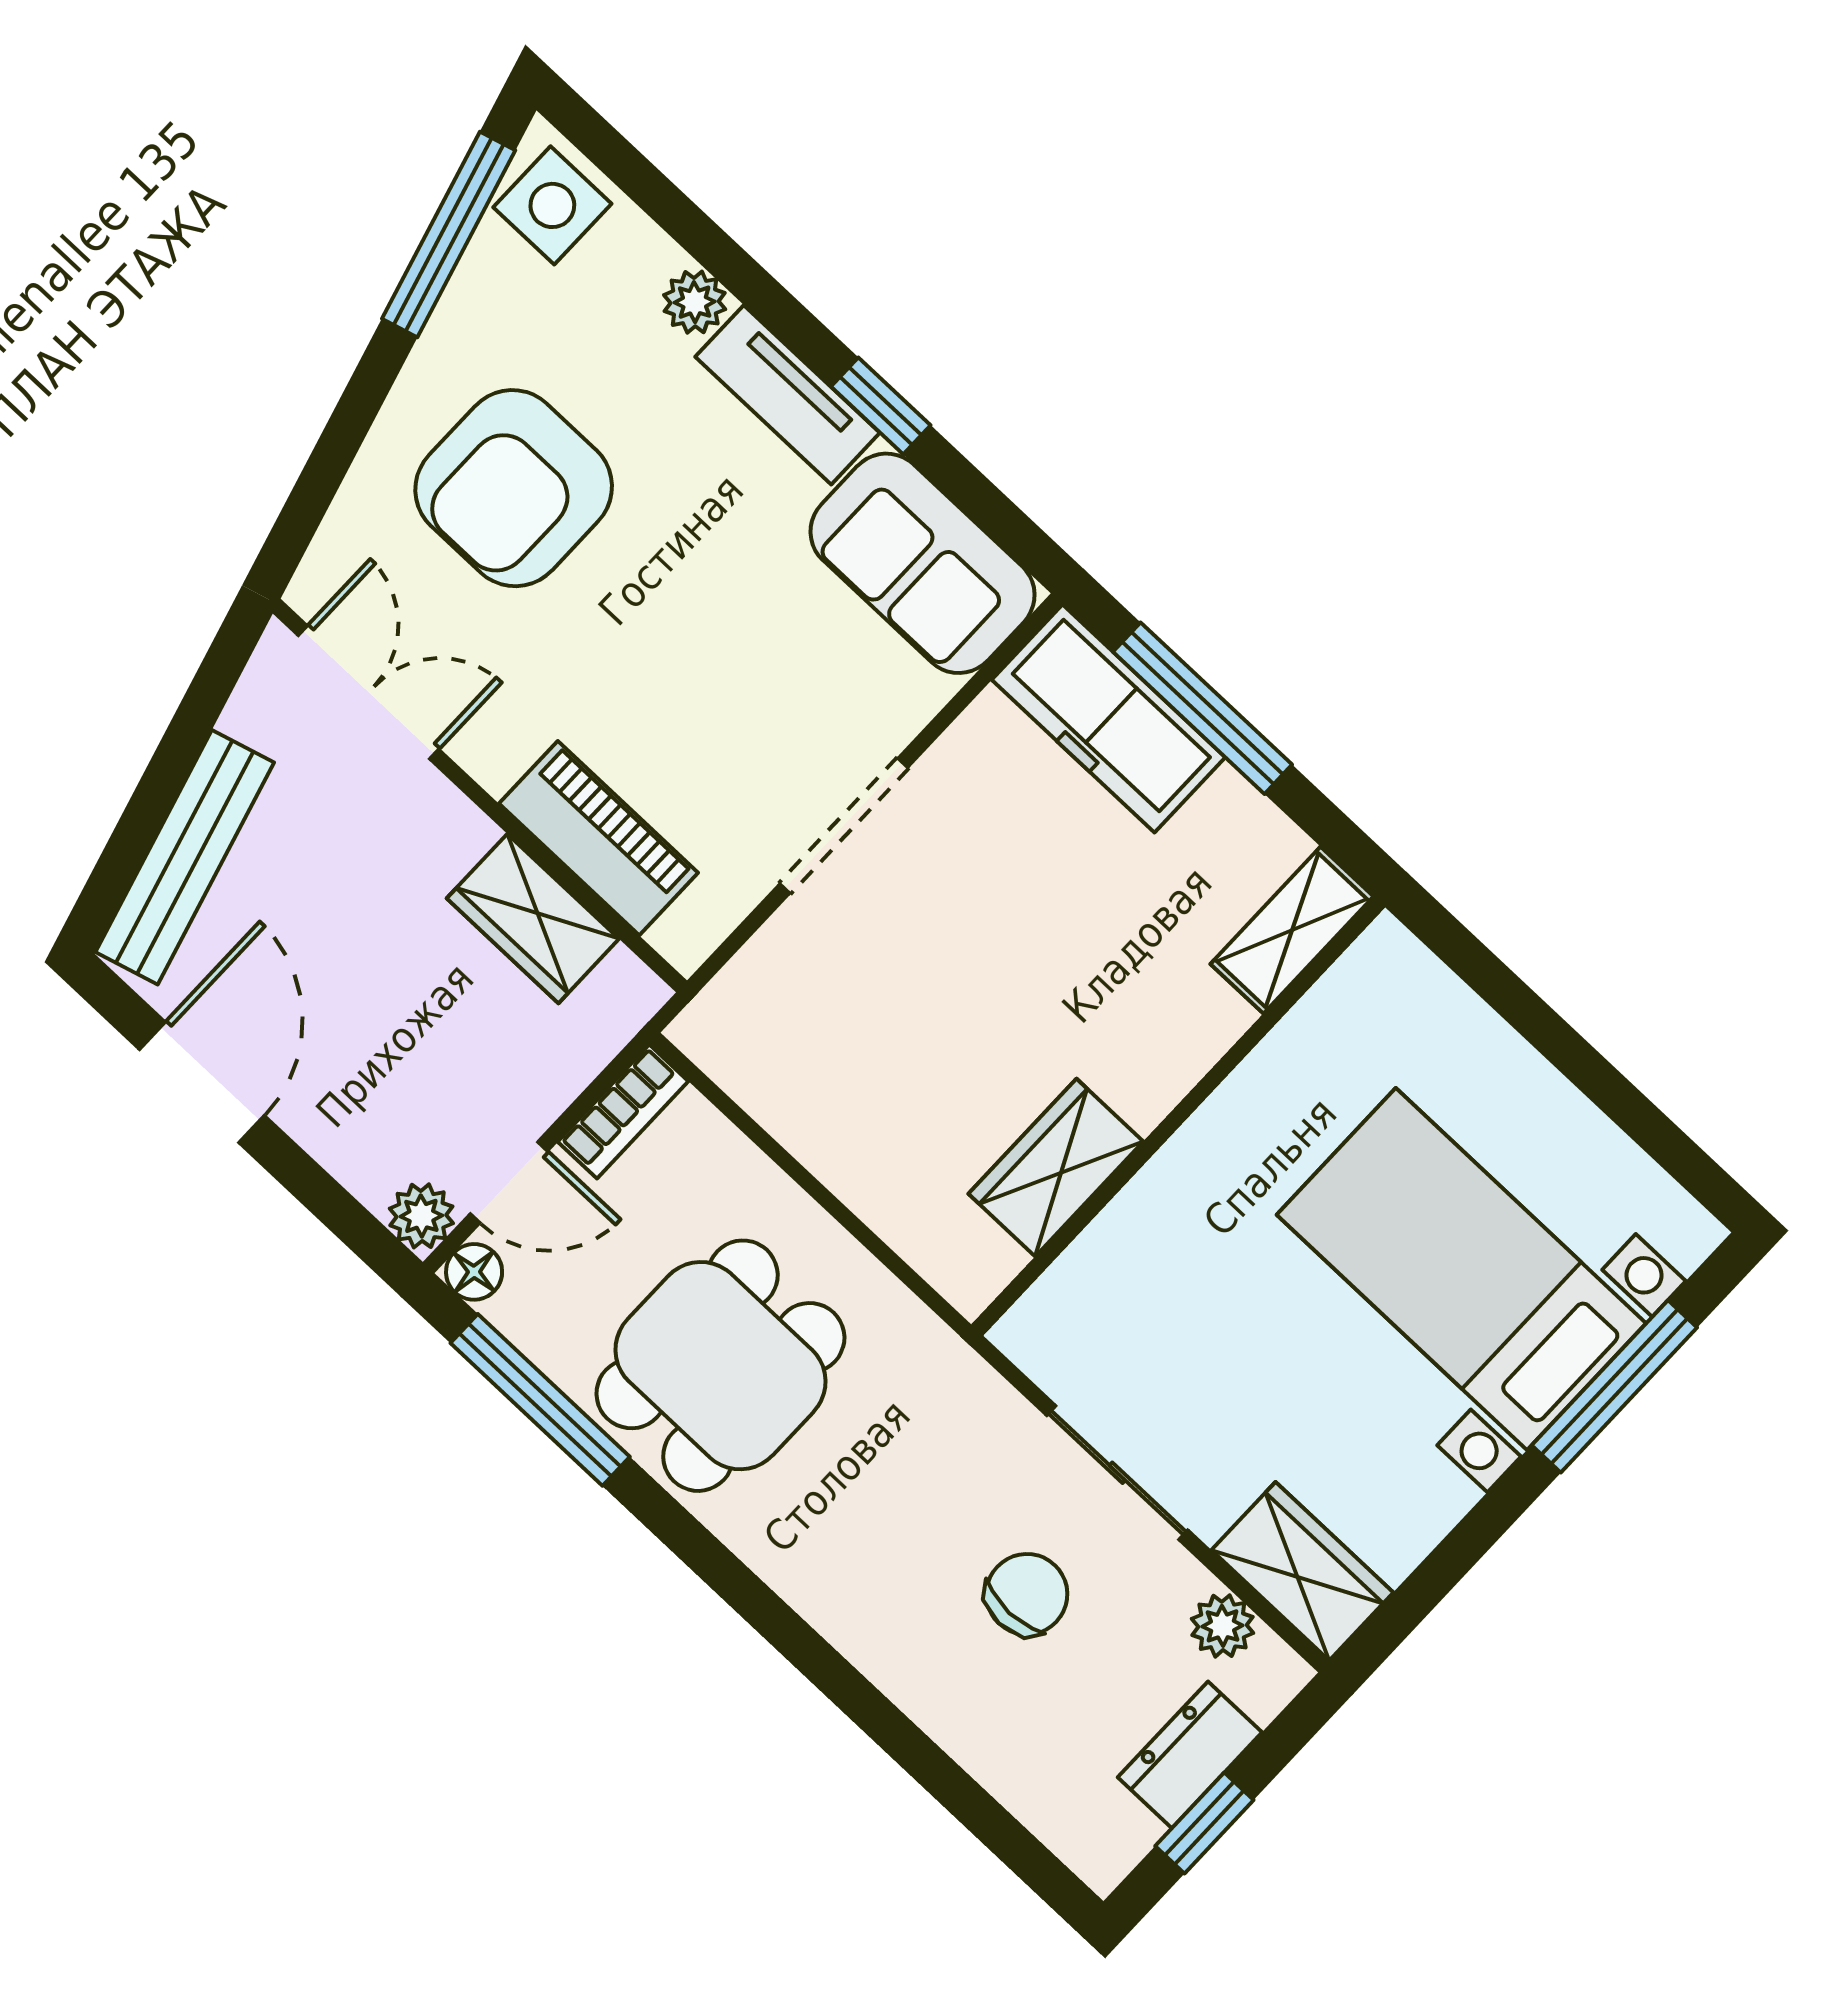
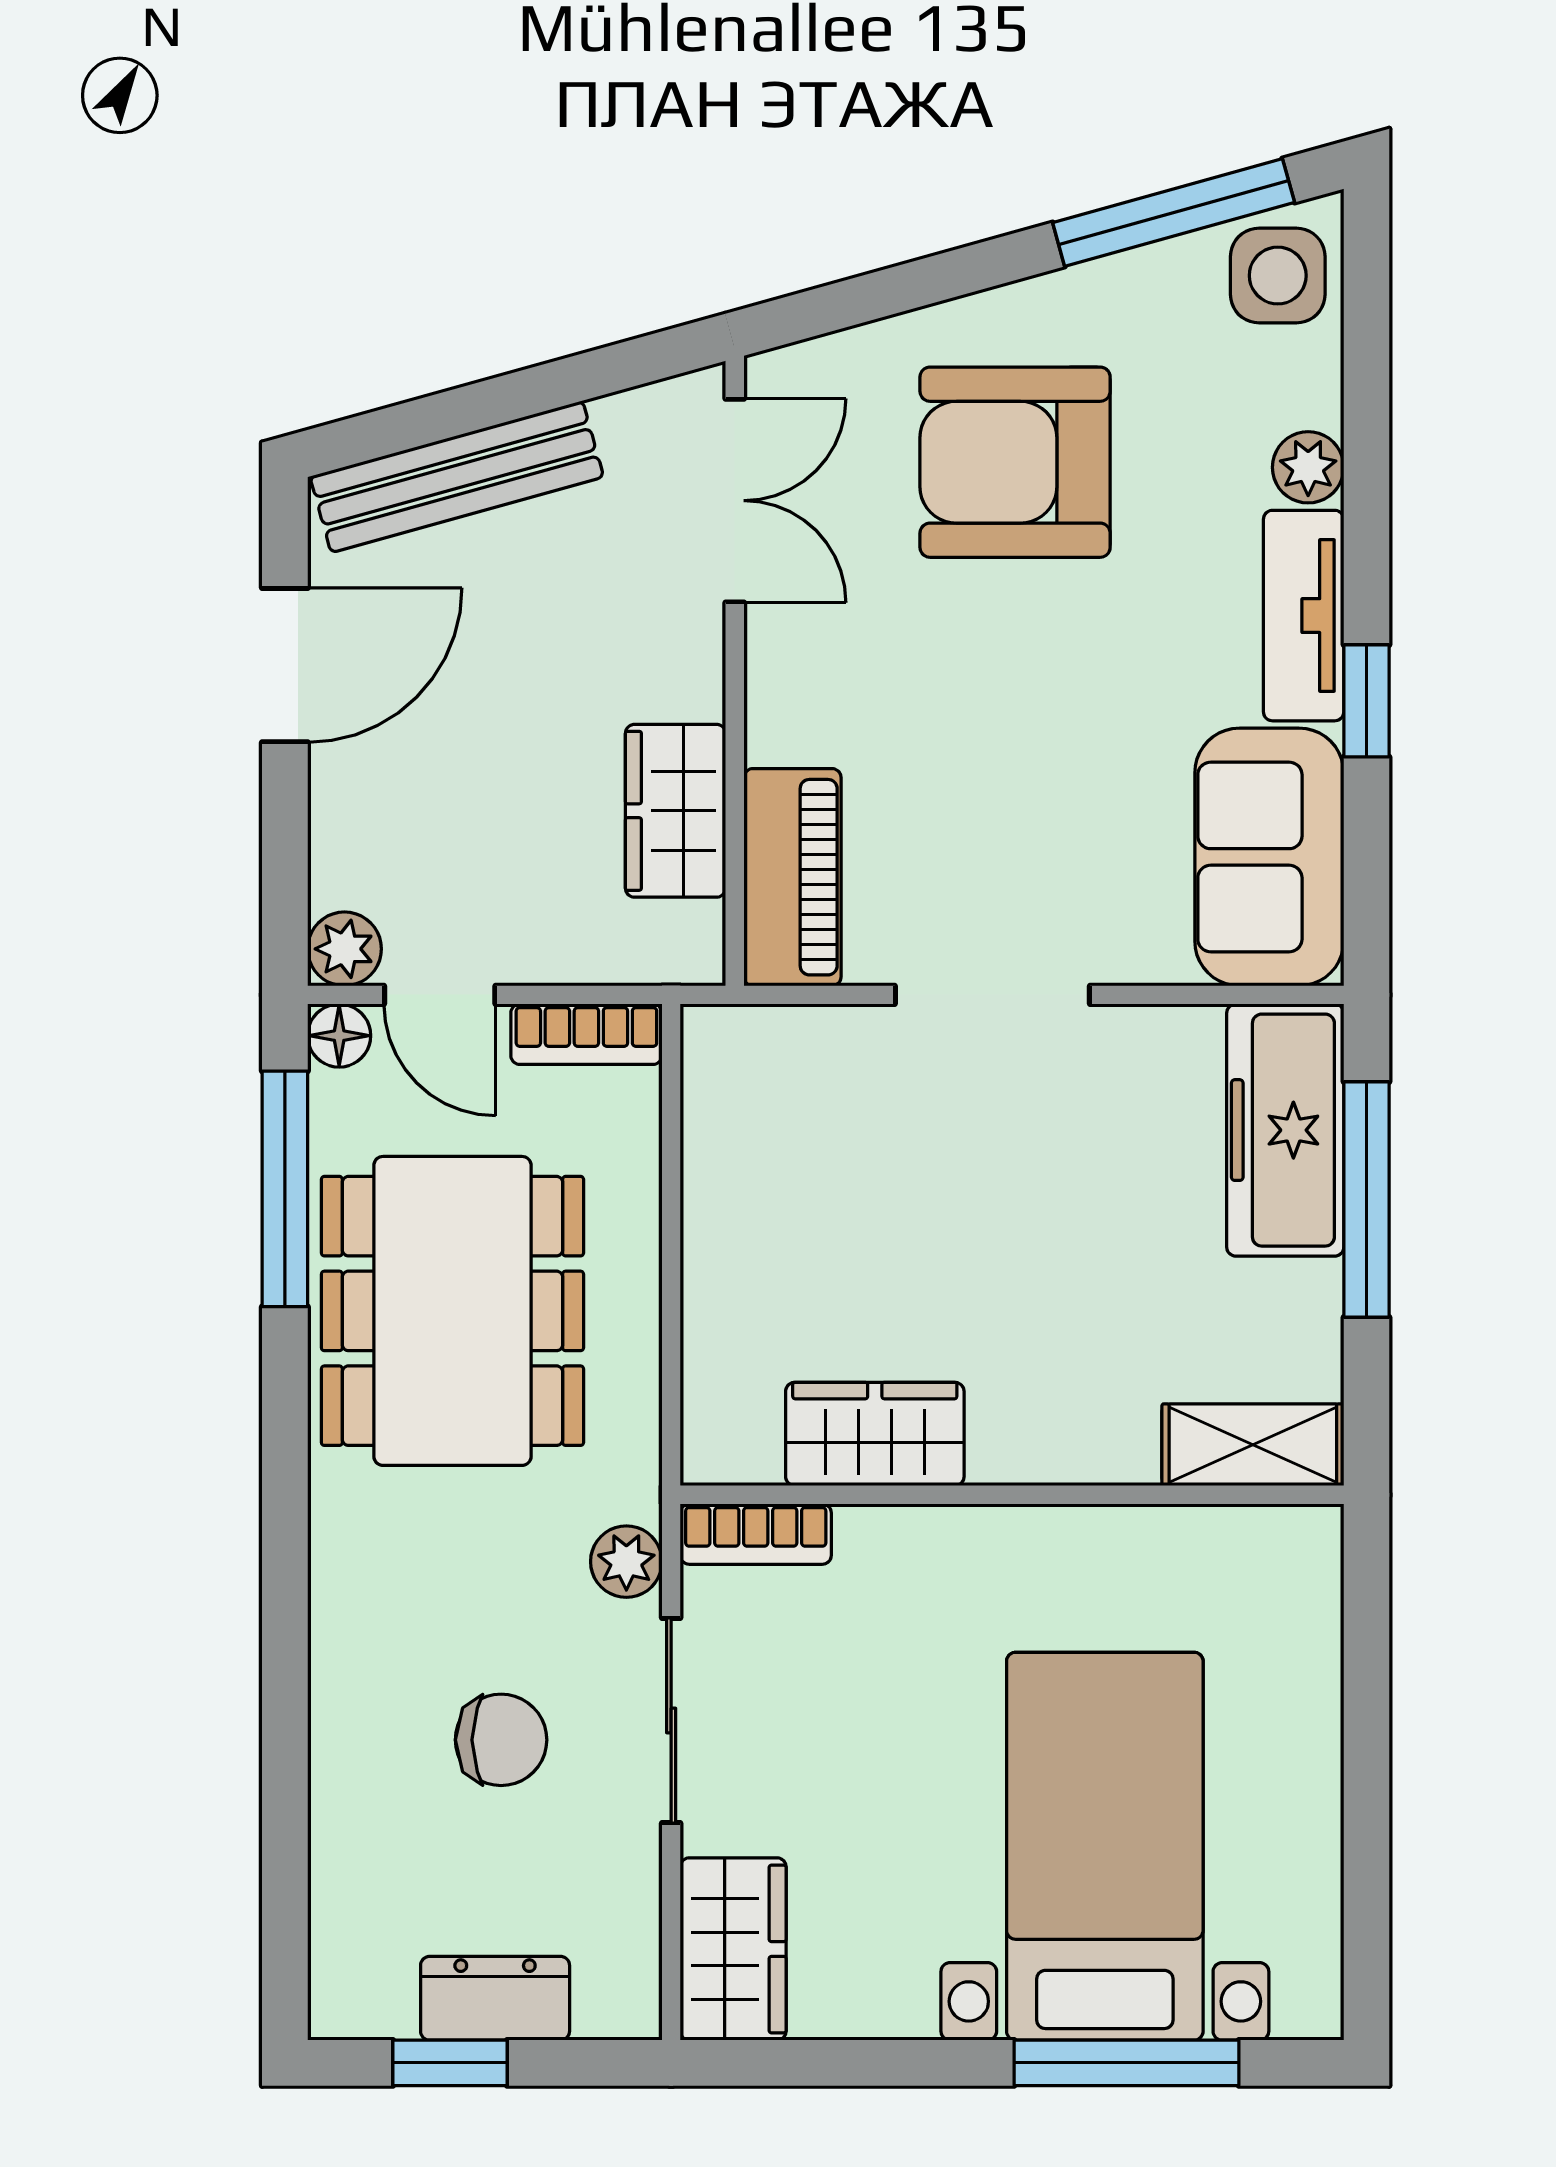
piano: (598, 838) -> (792, 877), moved
bookcase: (1048, 1305) -> (756, 1534), added
dining table: (720, 1366) -> (452, 1311), width x1.38
plant: (1222, 1626) -> (626, 1562), moved

